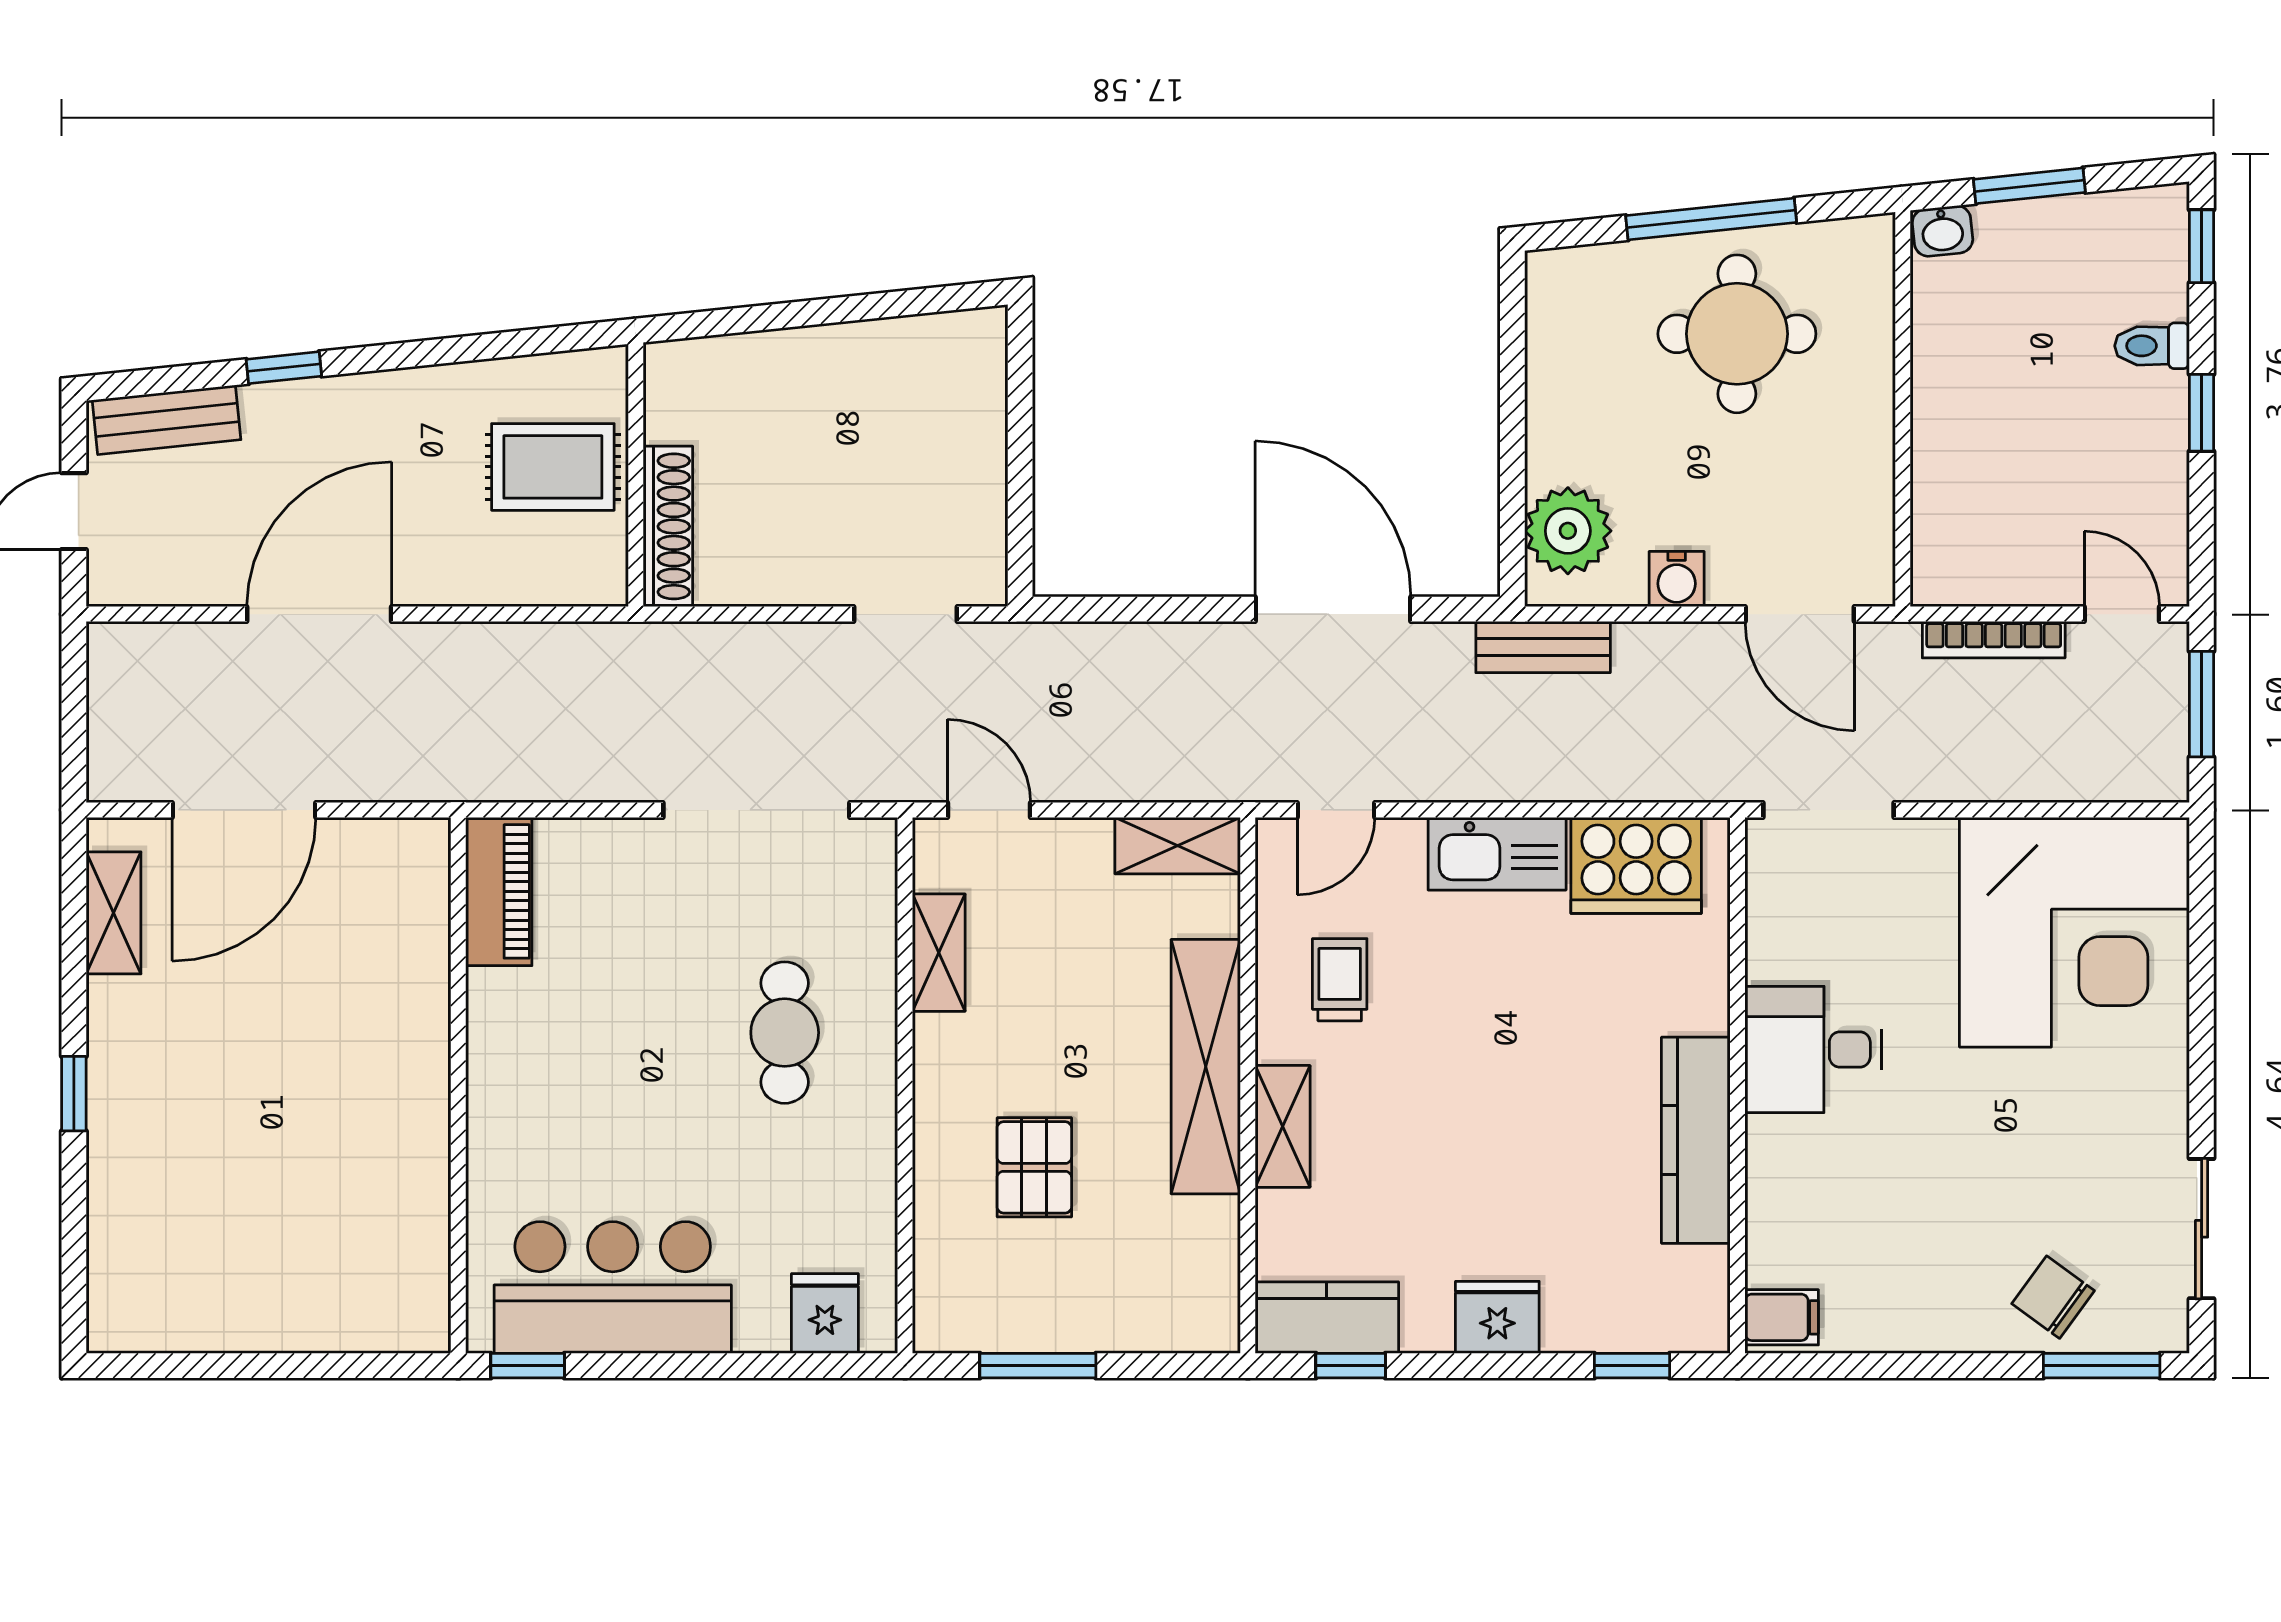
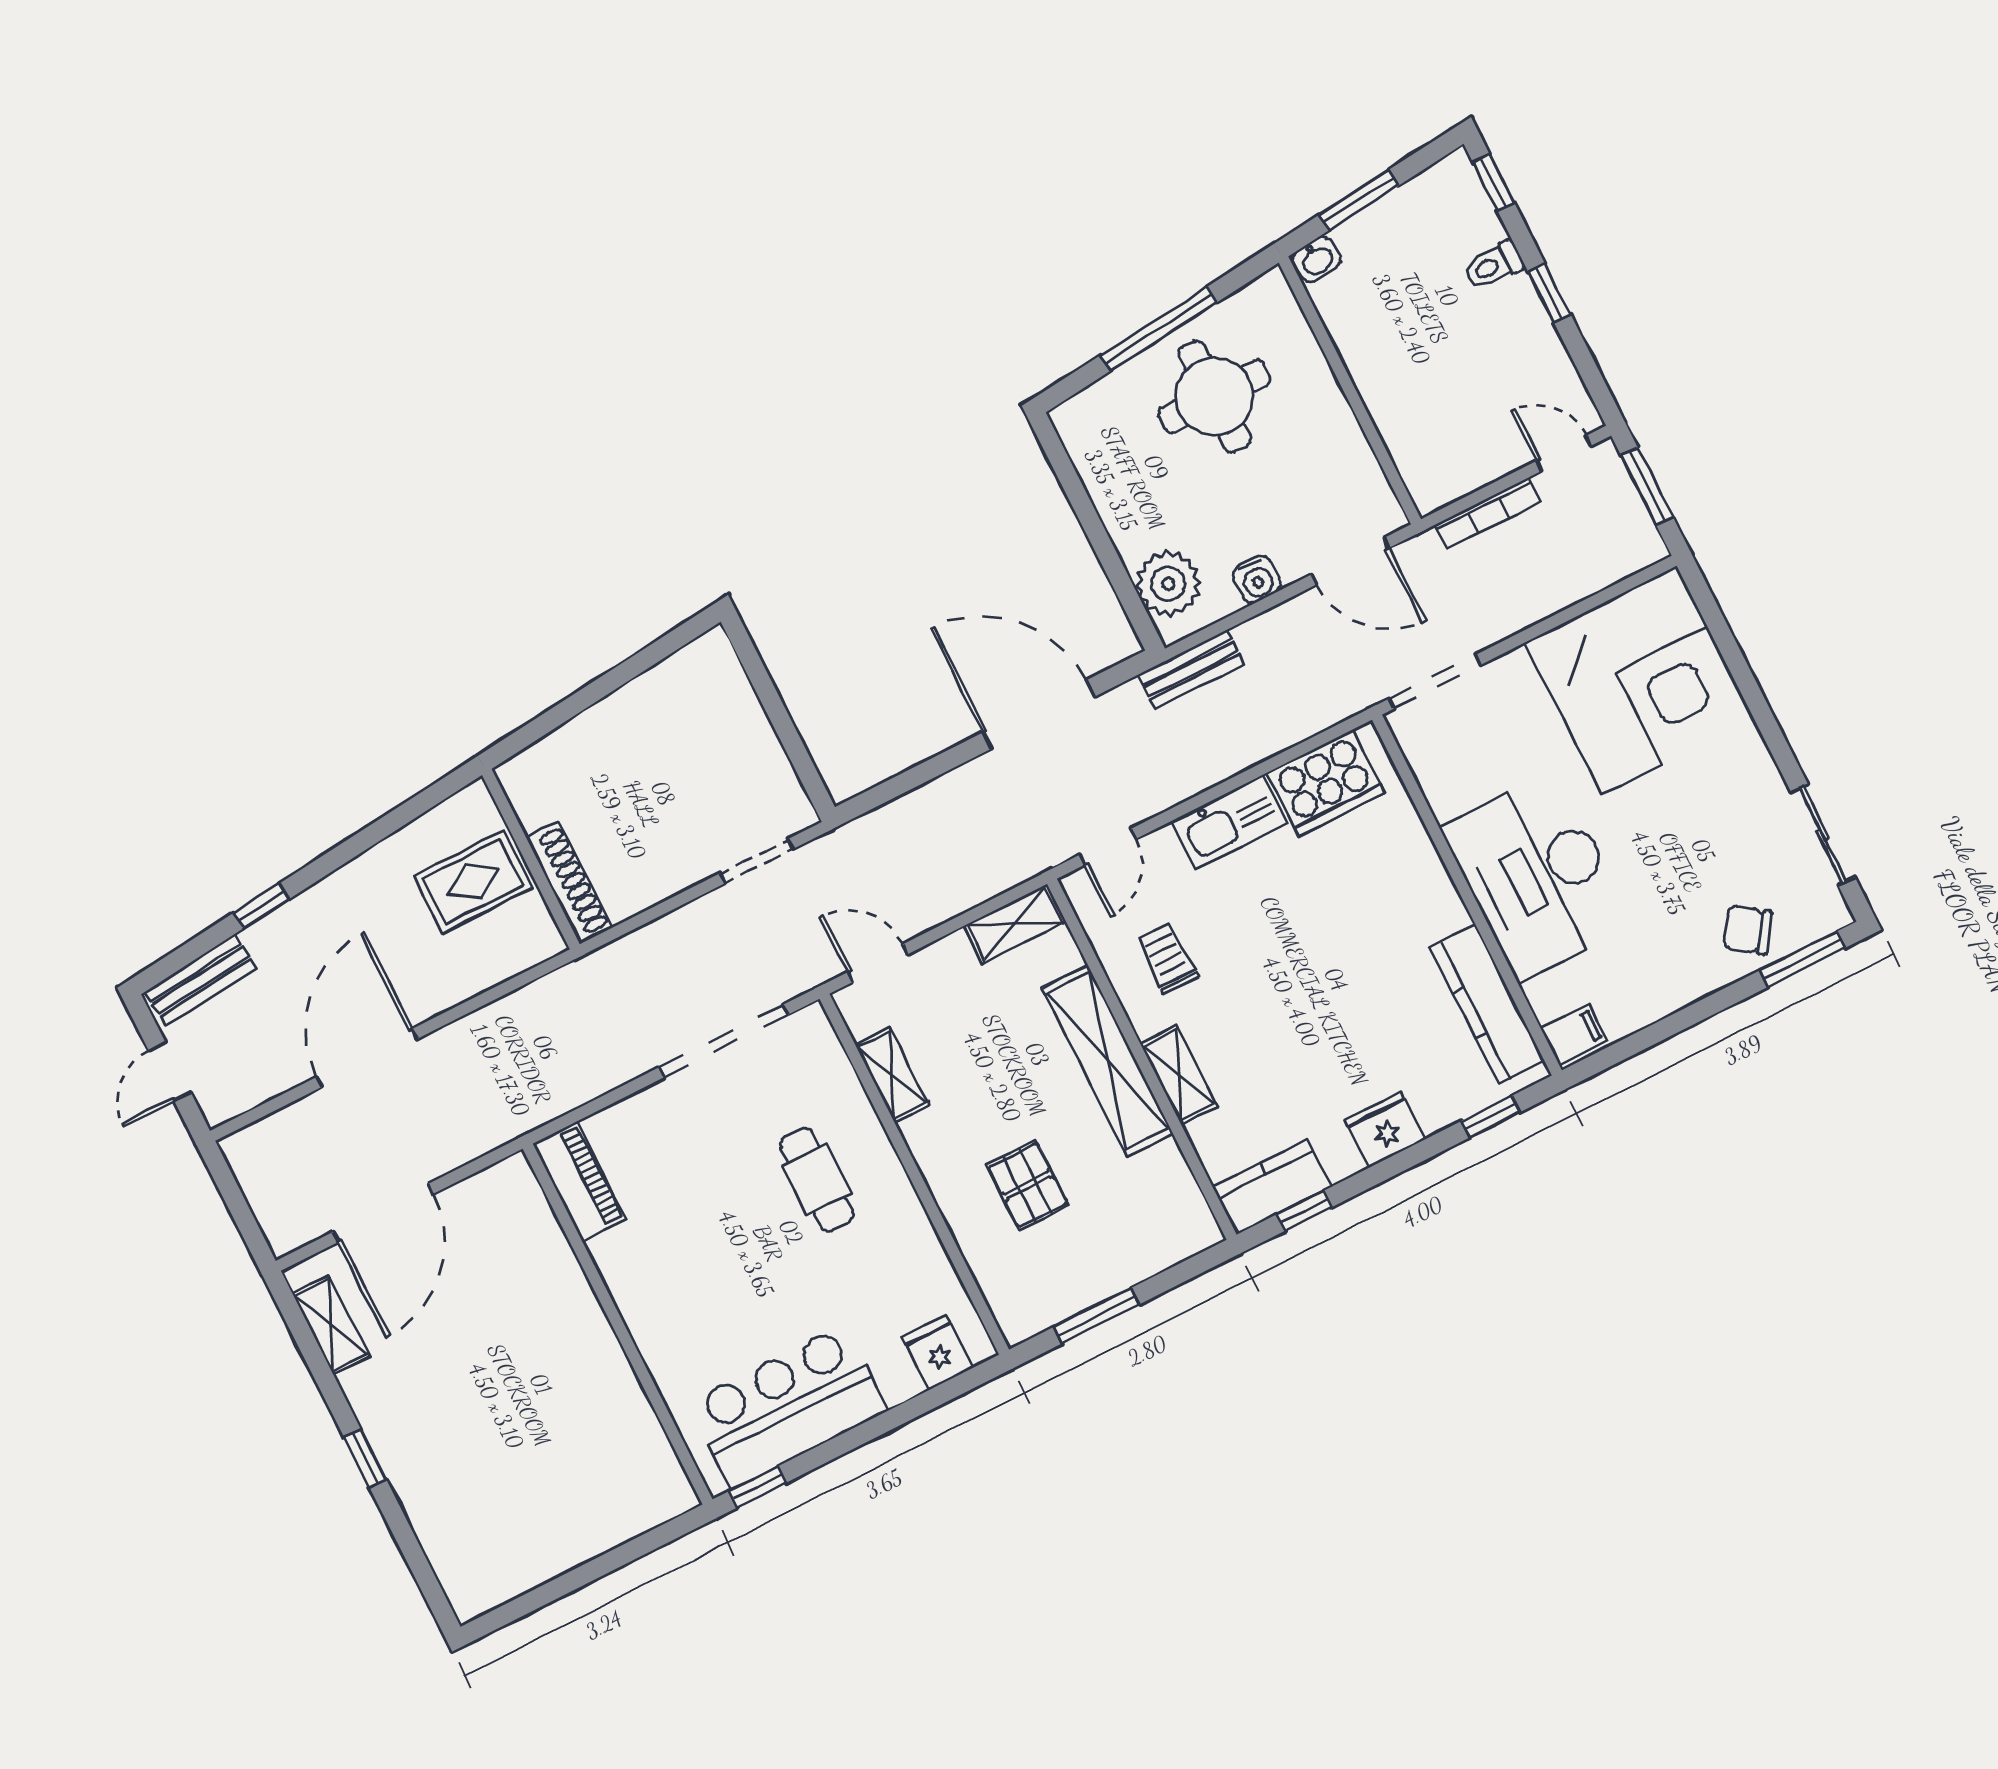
desk: (1813, 1050) -> (1537, 876), width x1.87, depth x1.30
kitchen counter: (1696, 1140) -> (1487, 1004), moved

